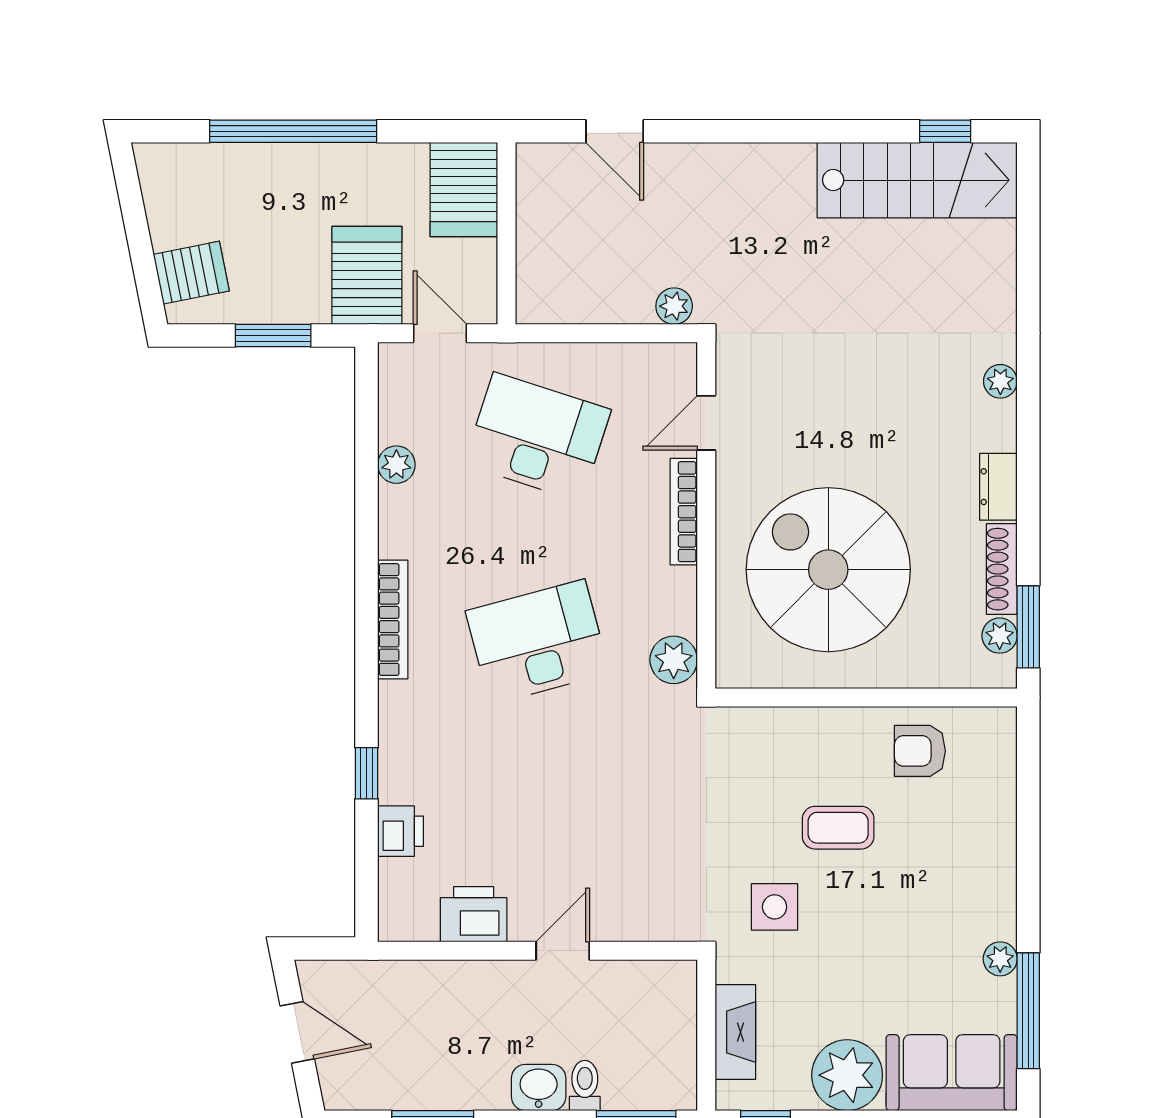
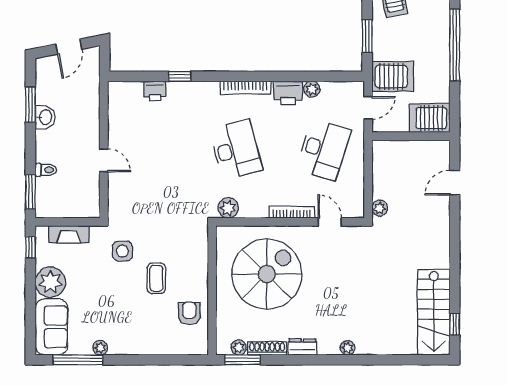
printer: (474, 914) -> (288, 93), moved, turned 90
washbasin: (539, 1087) -> (45, 117), moved

